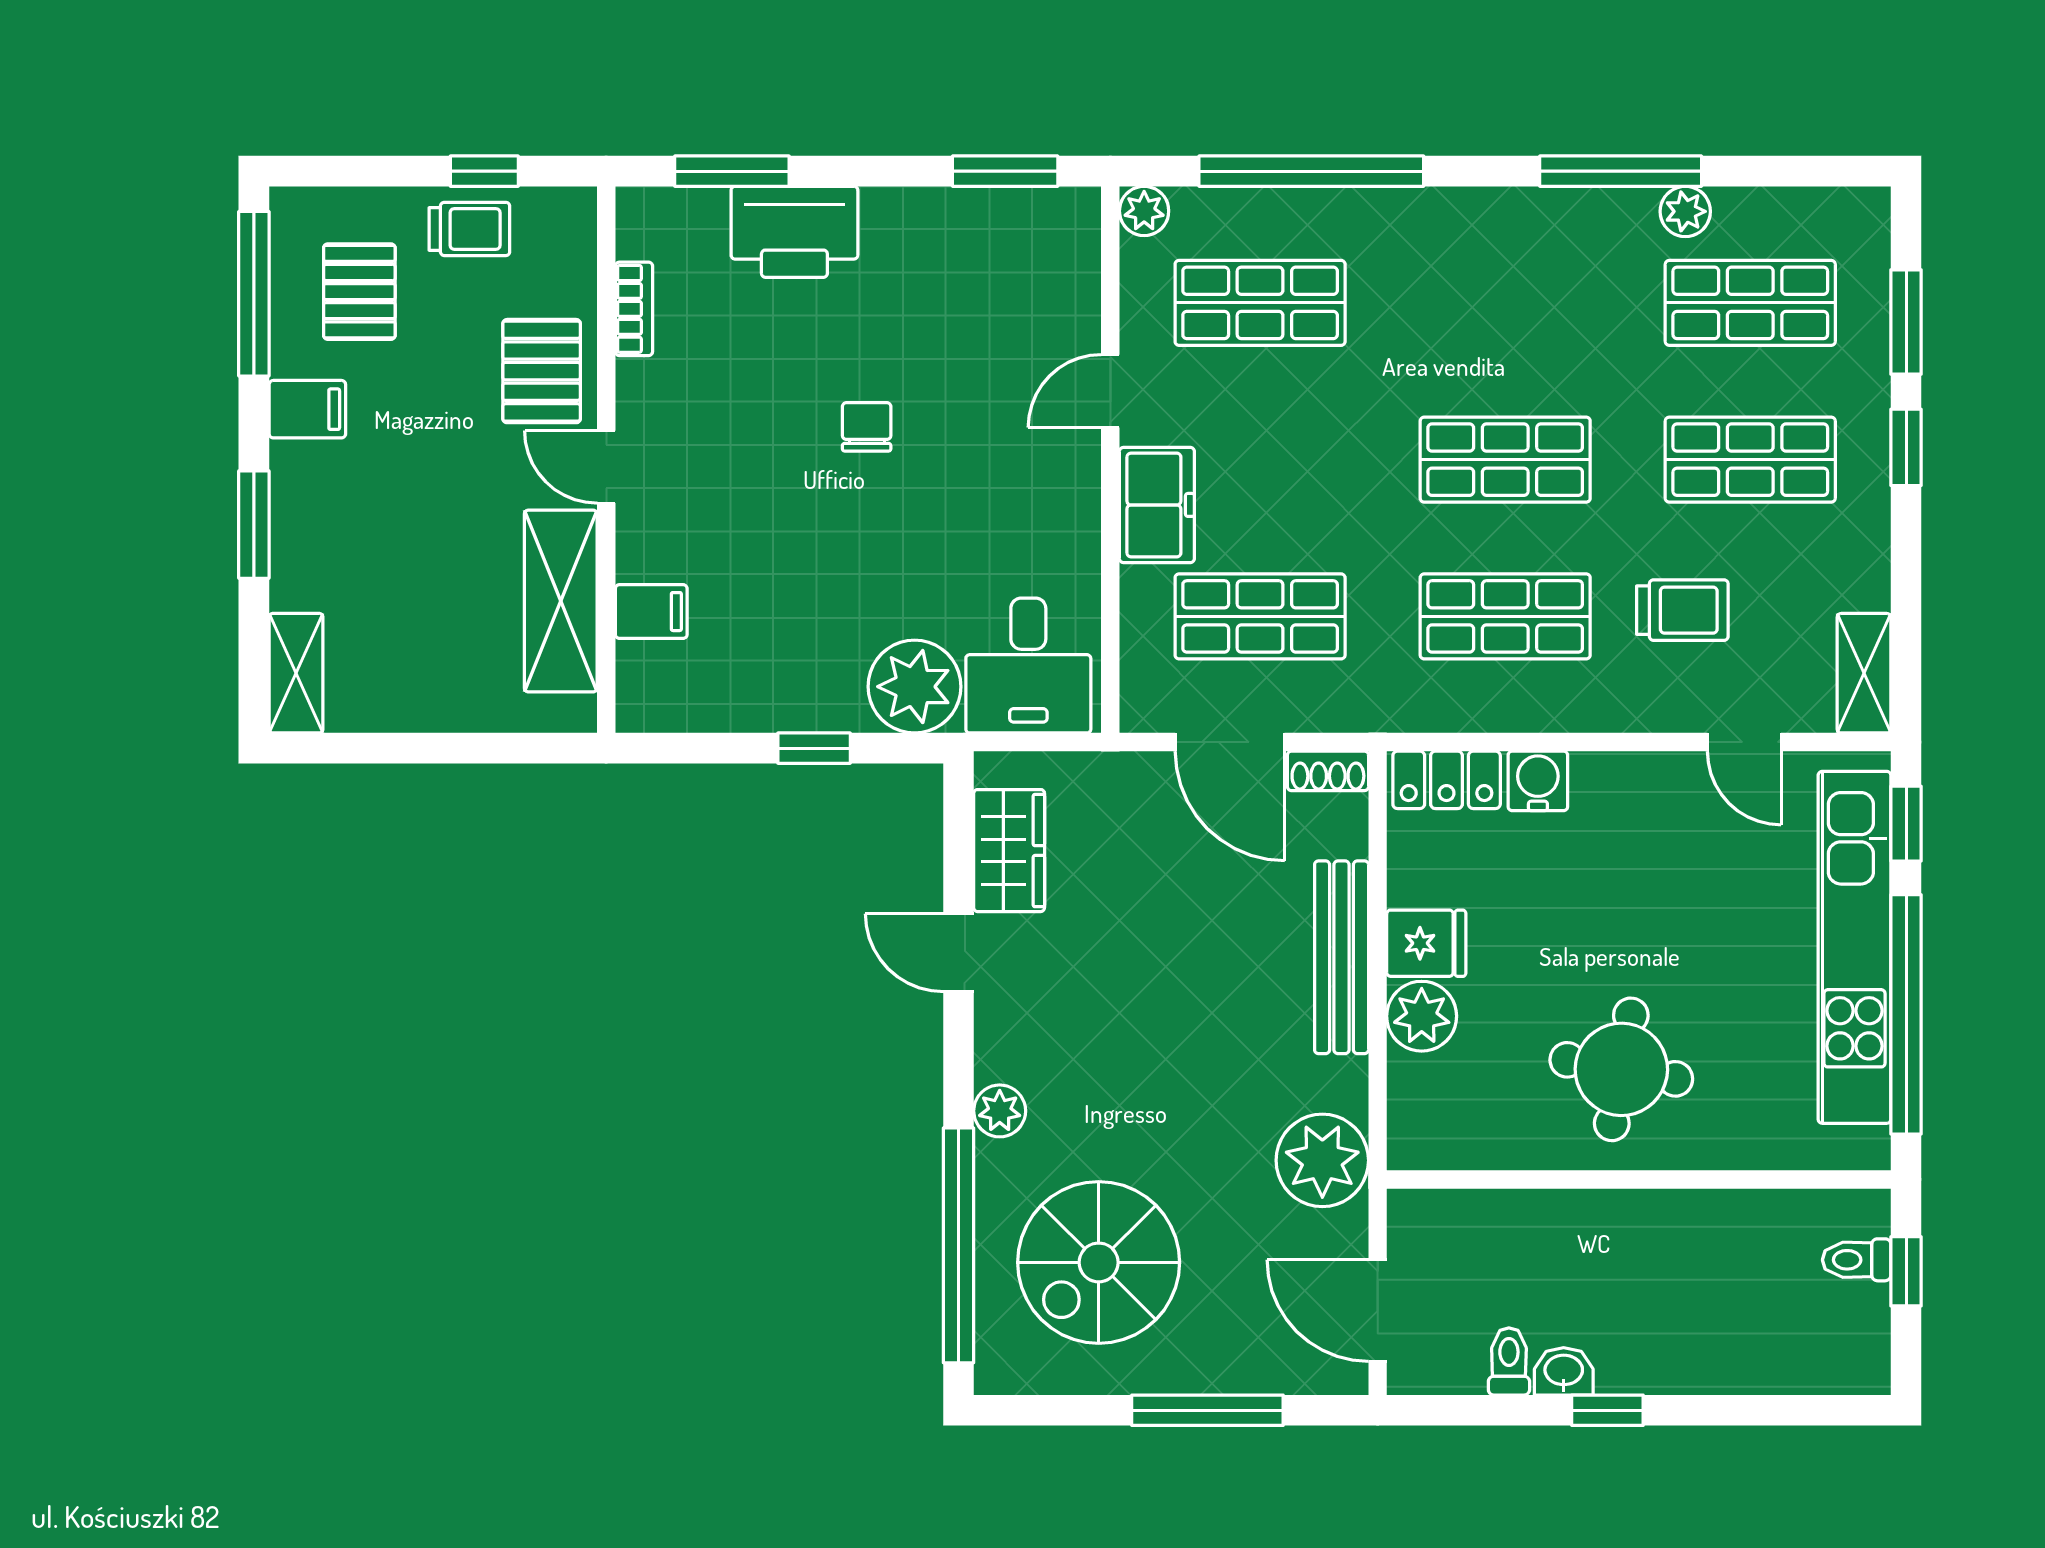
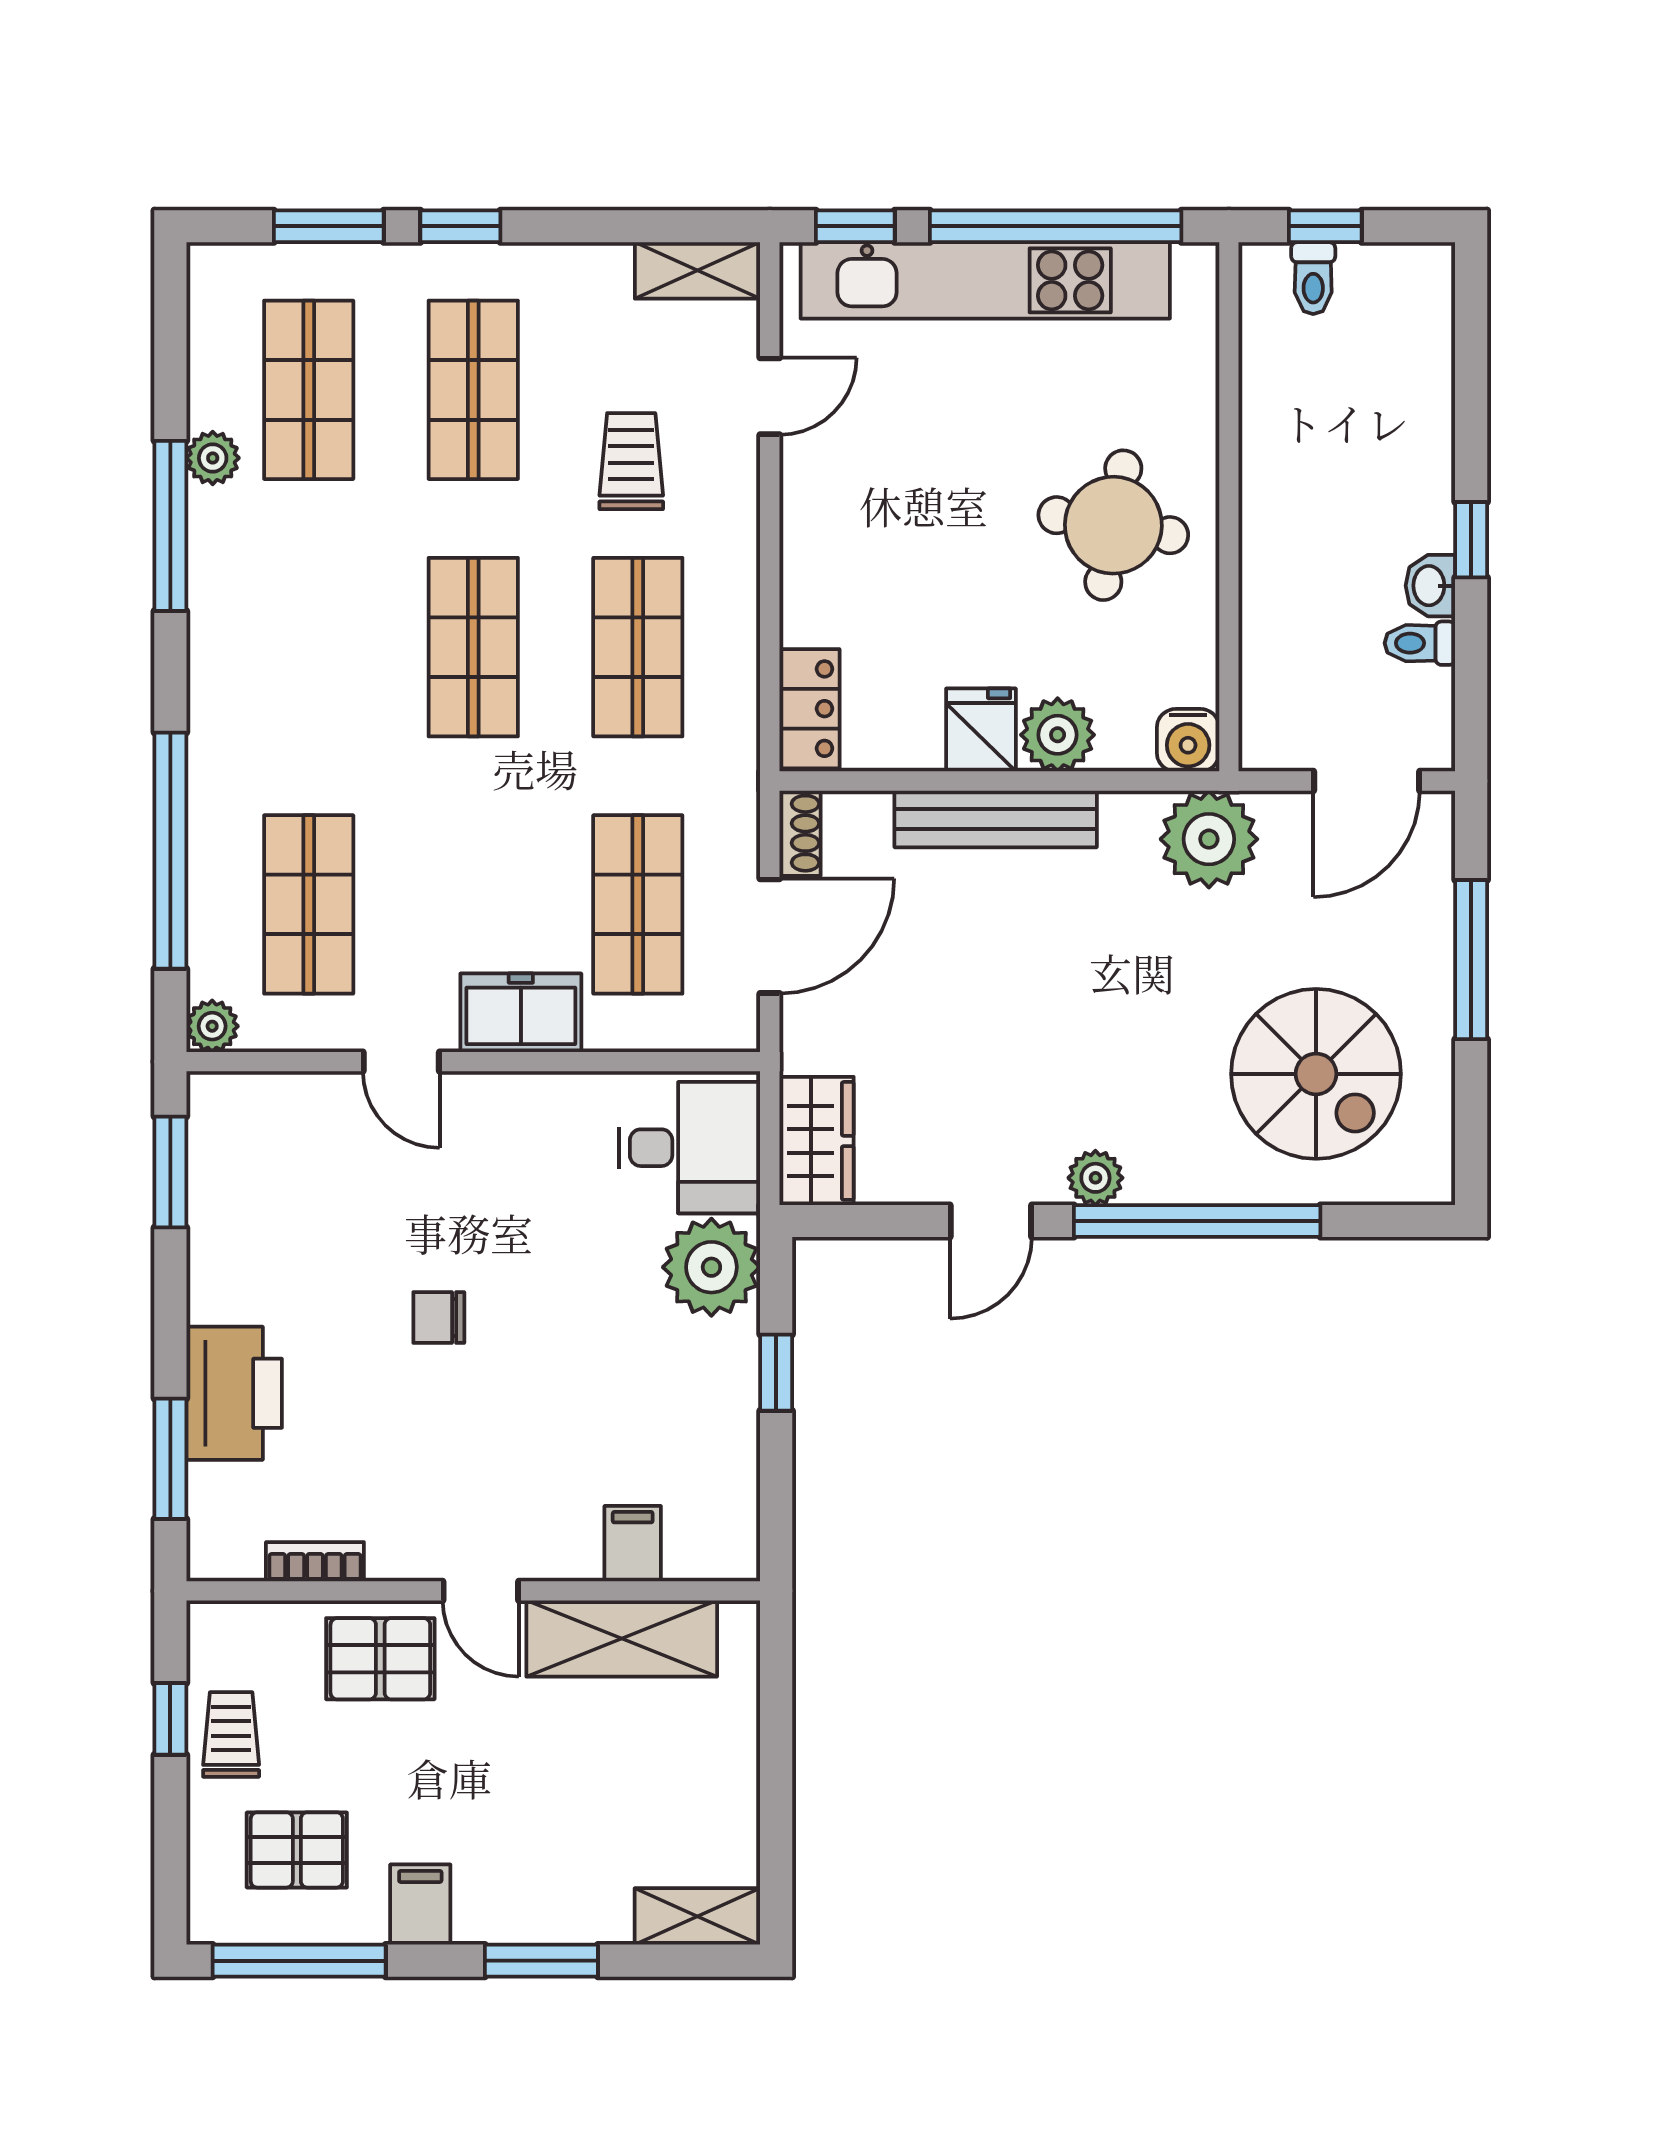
door: (606, 467) -> (481, 1591), hinge flipped
water cooler: (1538, 781) -> (1188, 740), moved, turned -90
wardrobe: (1009, 851) -> (816, 1141), moved, turned 90
plant: (1000, 1111) -> (1095, 1178), moved
window: (959, 1245) -> (1197, 1221), moved

